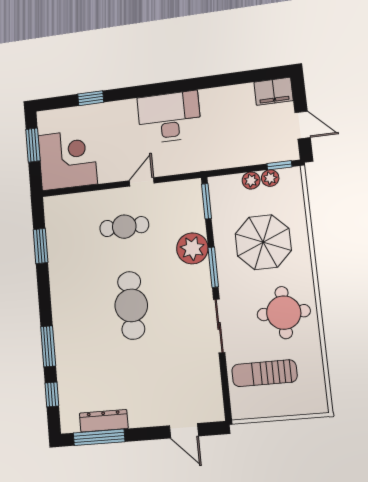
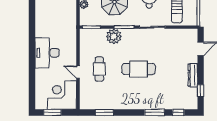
window: (91, 98) -> (32, 80), removed
desk: (169, 117) -> (47, 53), moved
door: (142, 182) -> (78, 72), moved
dresser: (104, 421) -> (193, 75), moved
window: (99, 437) -> (201, 91), width x0.46

